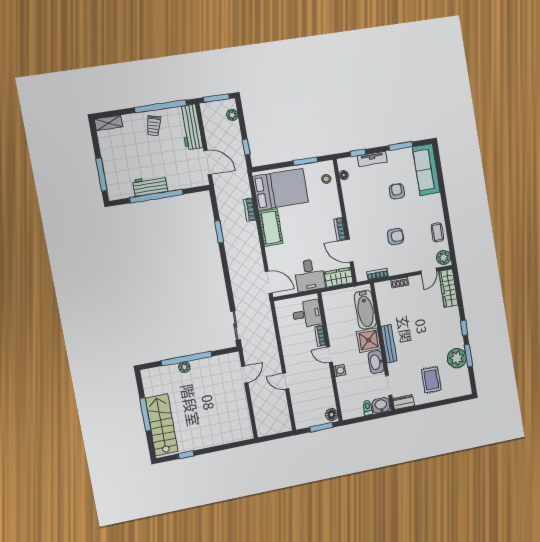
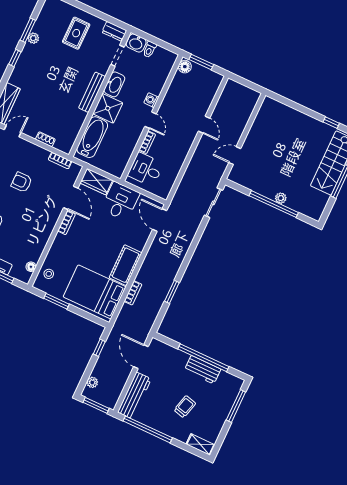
trolley: (154, 126) -> (185, 407), moved
plant: (457, 358) -> (33, 38), width x0.53, depth x0.53

